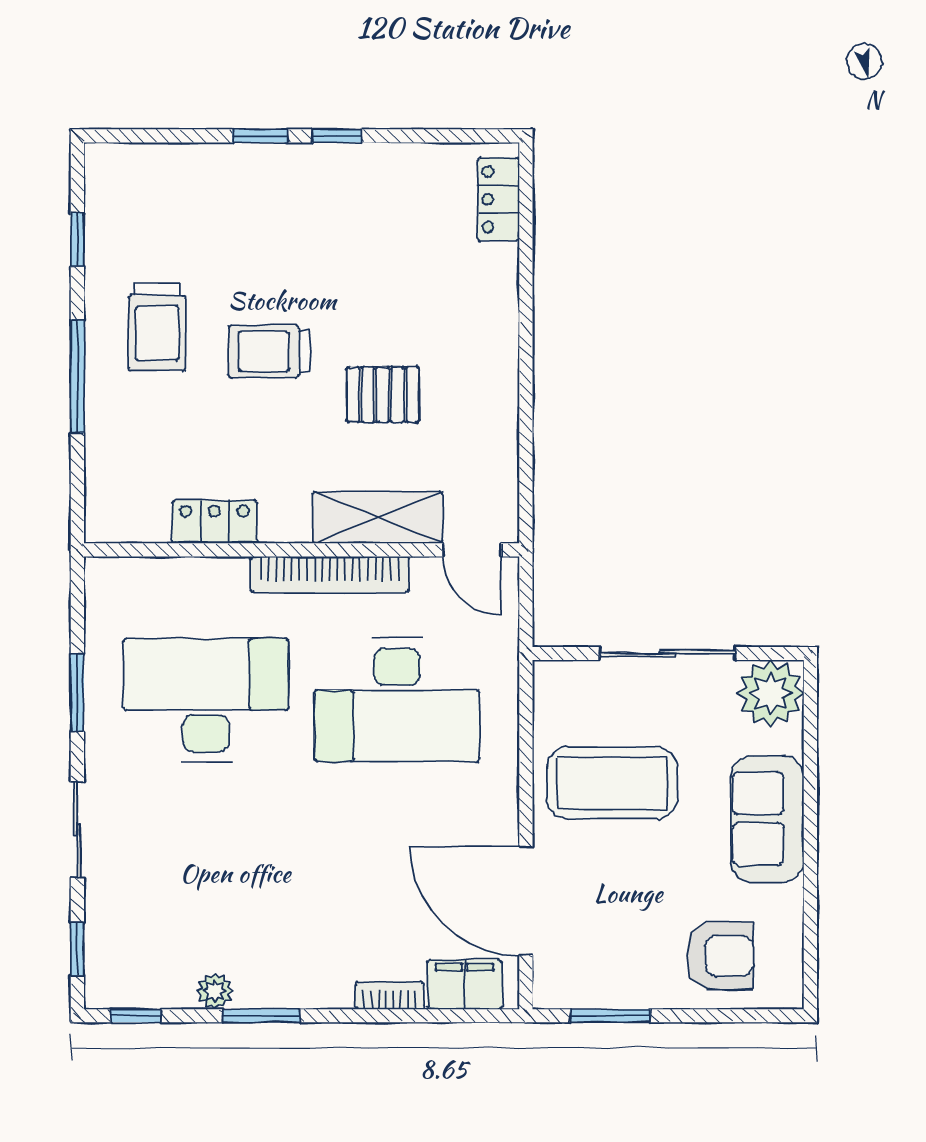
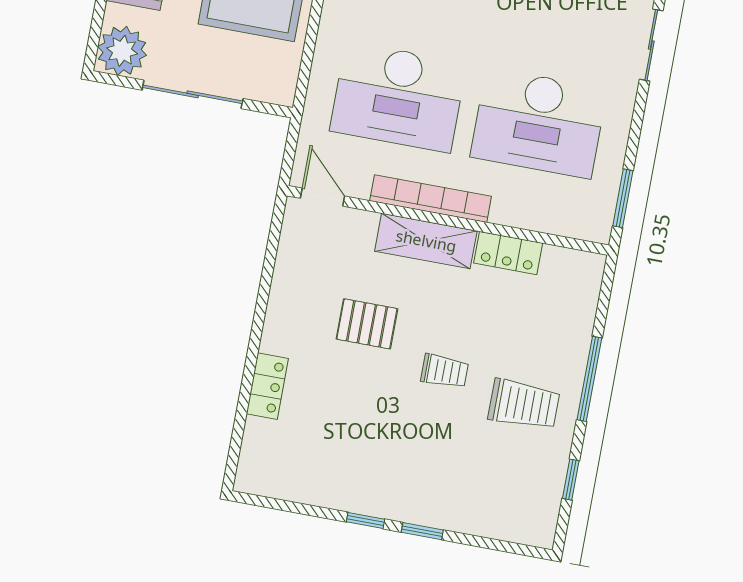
locker: (498, 199) -> (267, 386), moved
trolley: (157, 327) -> (524, 404), turned 90
trolley: (269, 351) -> (445, 371), width x0.73, depth x0.72
shelving: (378, 518) -> (426, 241), moved
window: (77, 693) -> (623, 198), moved
desk: (397, 700) -> (398, 97), turned 180

